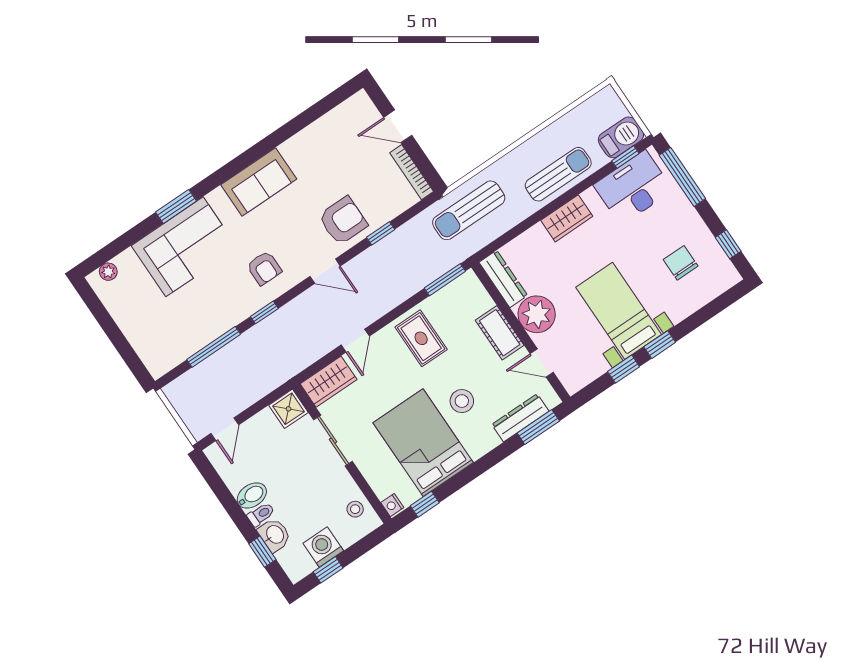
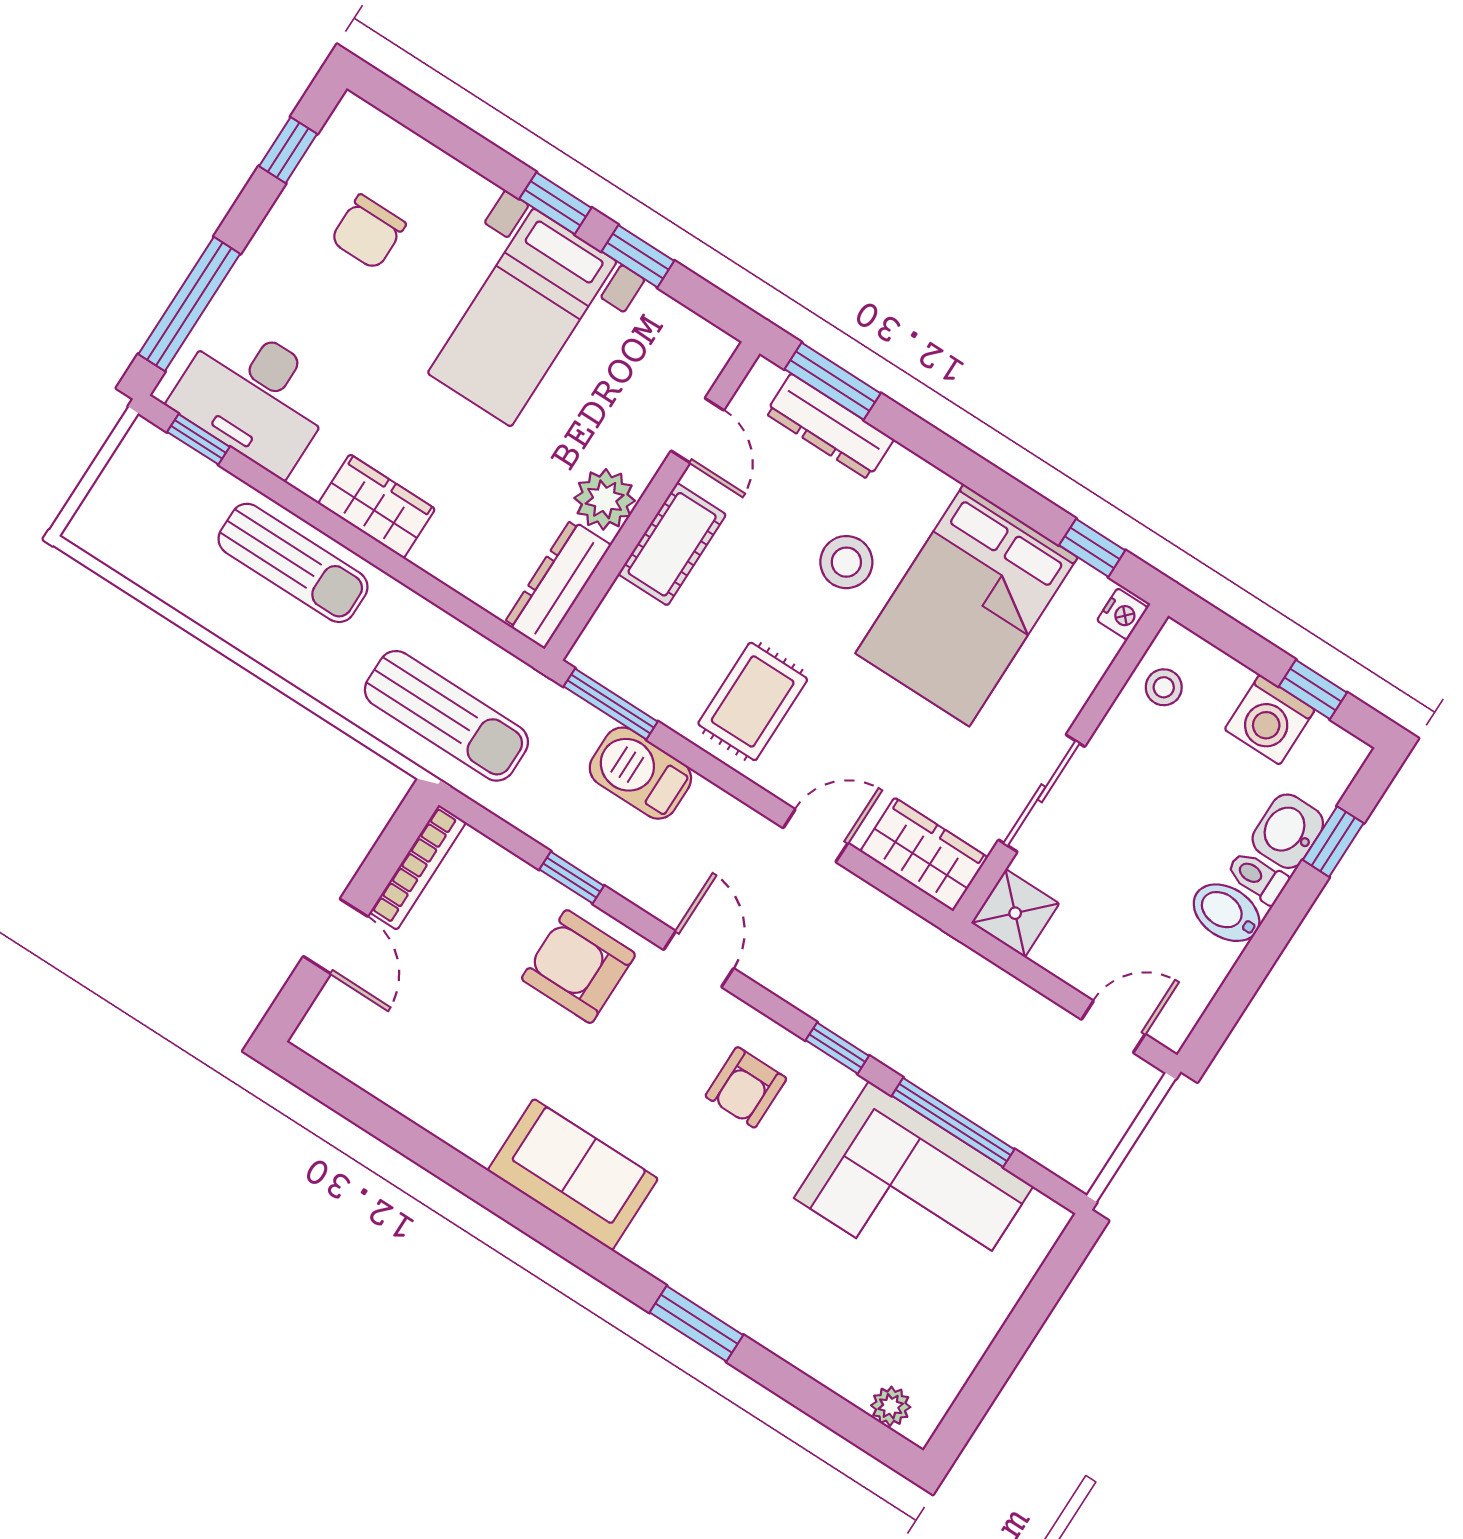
barbecue: (621, 137) -> (640, 773), moved
sun lounger: (558, 174) -> (293, 563), turned 180
corner sofa: (185, 247) -> (914, 1192), moved, turned 180
armchair: (264, 268) -> (746, 1087), turned 180
plant: (537, 314) -> (605, 499), width x0.73, depth x0.73

